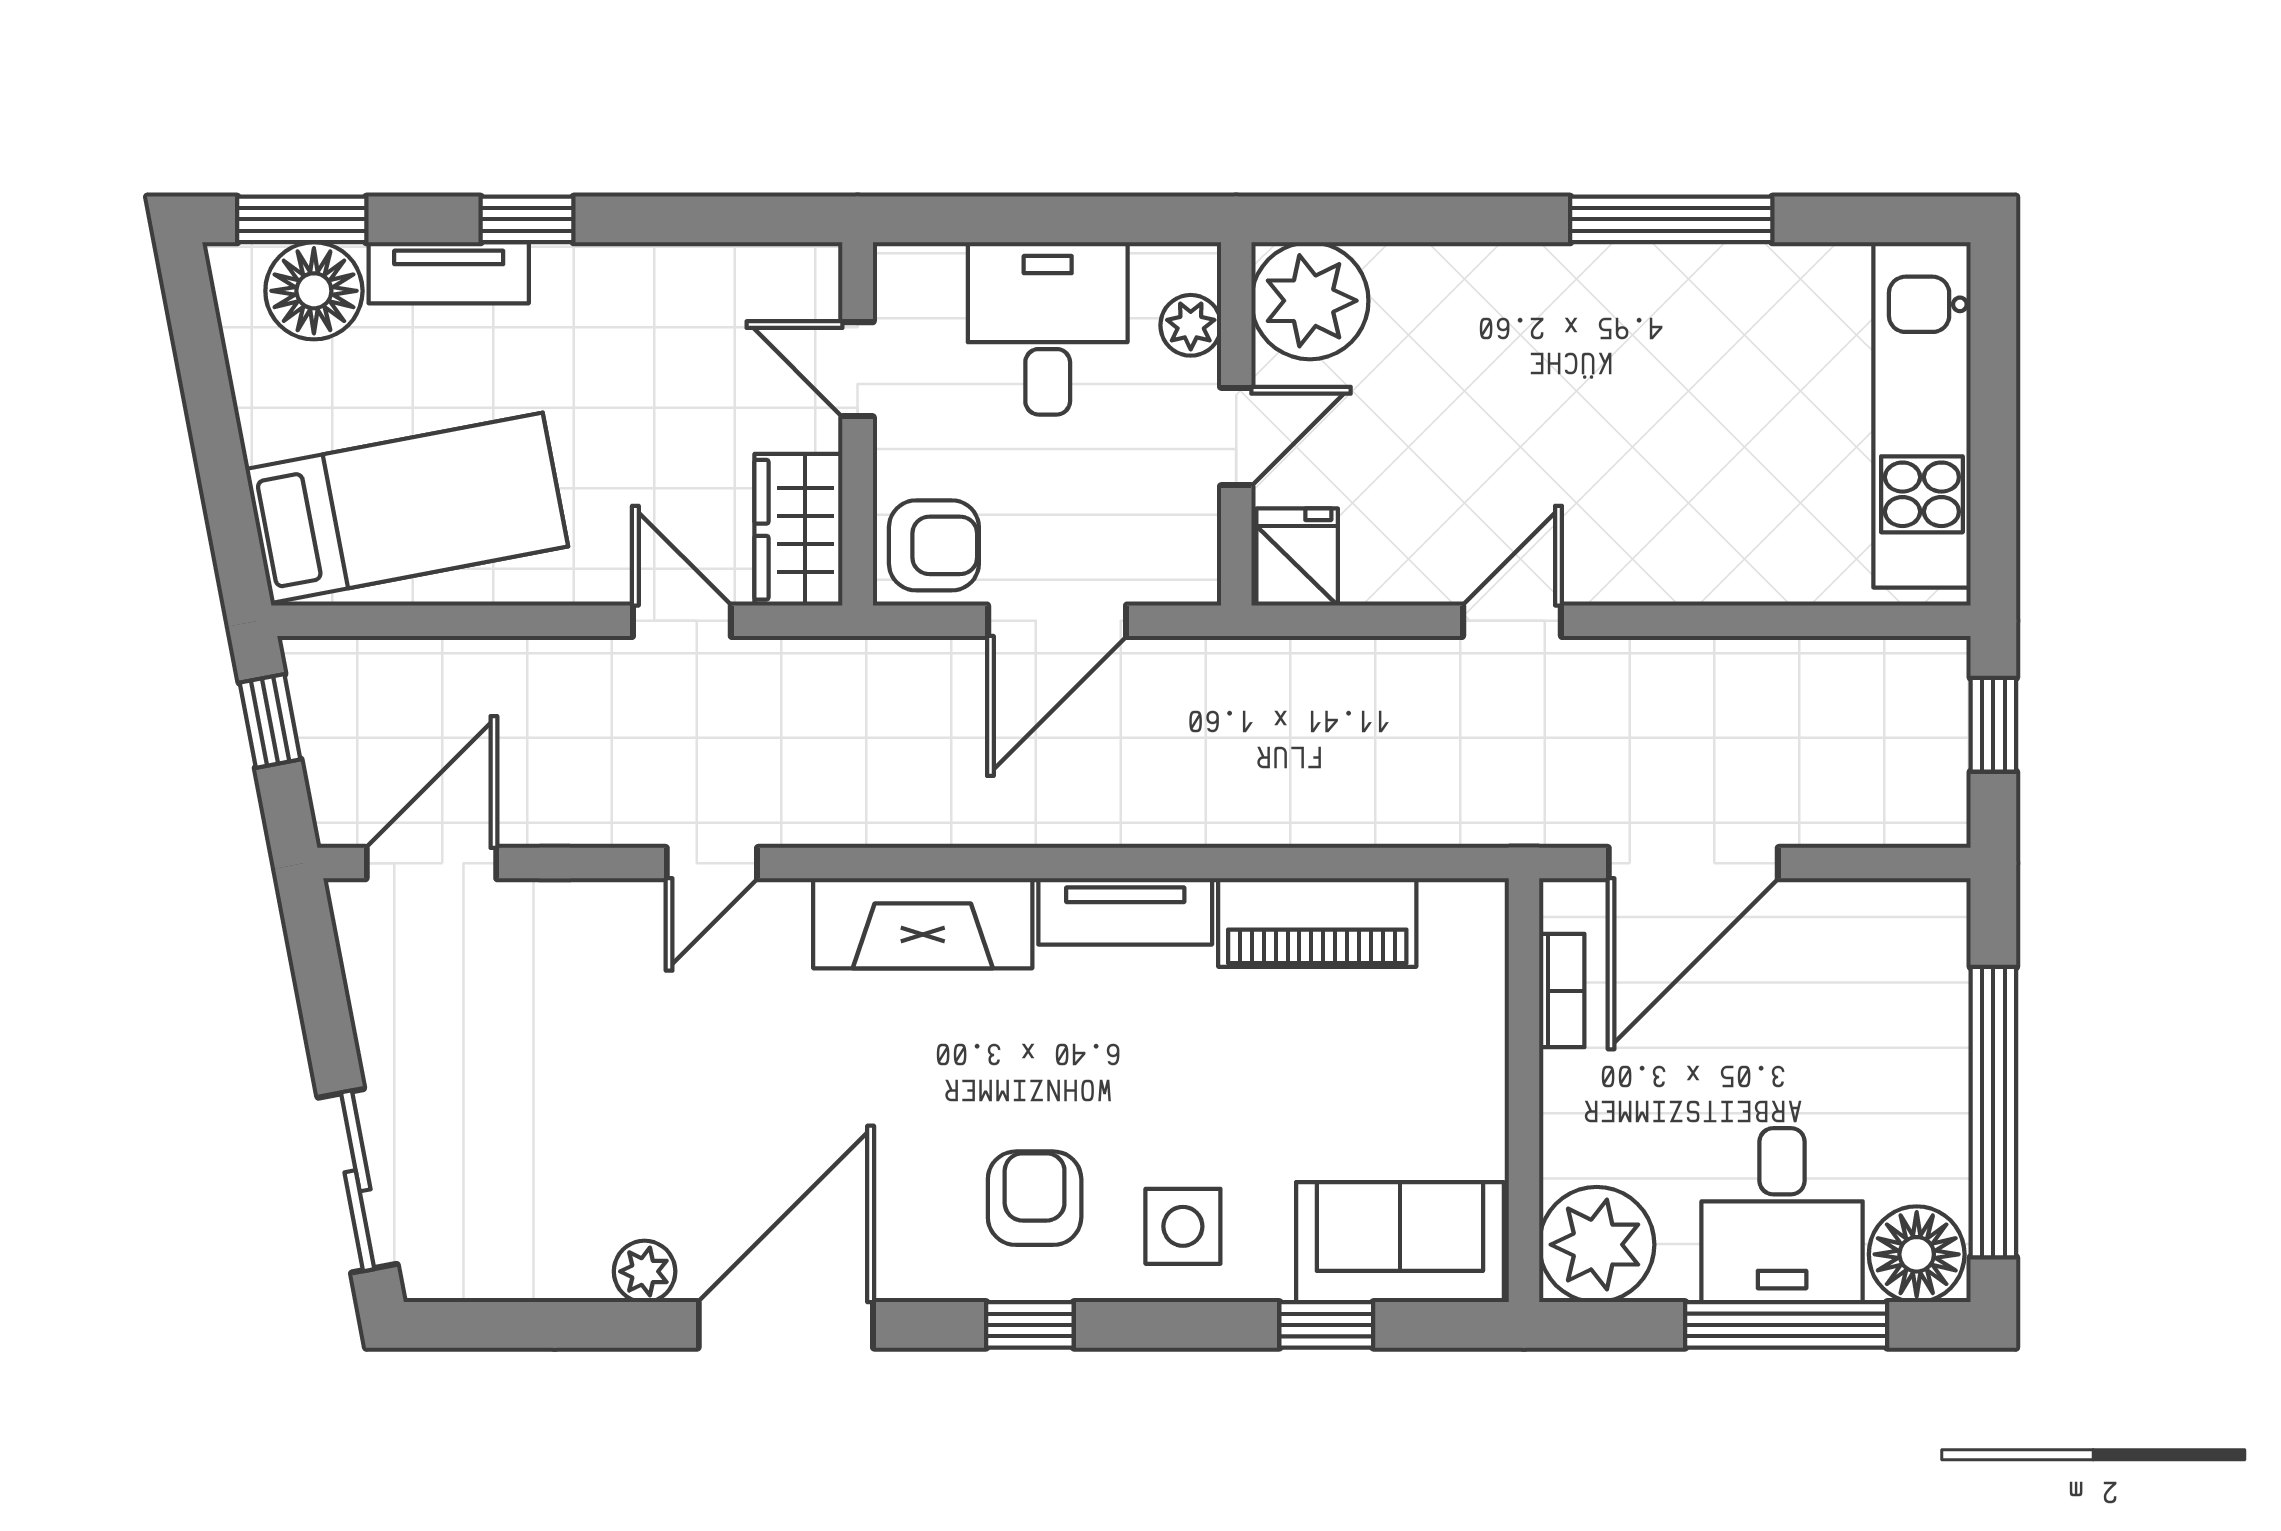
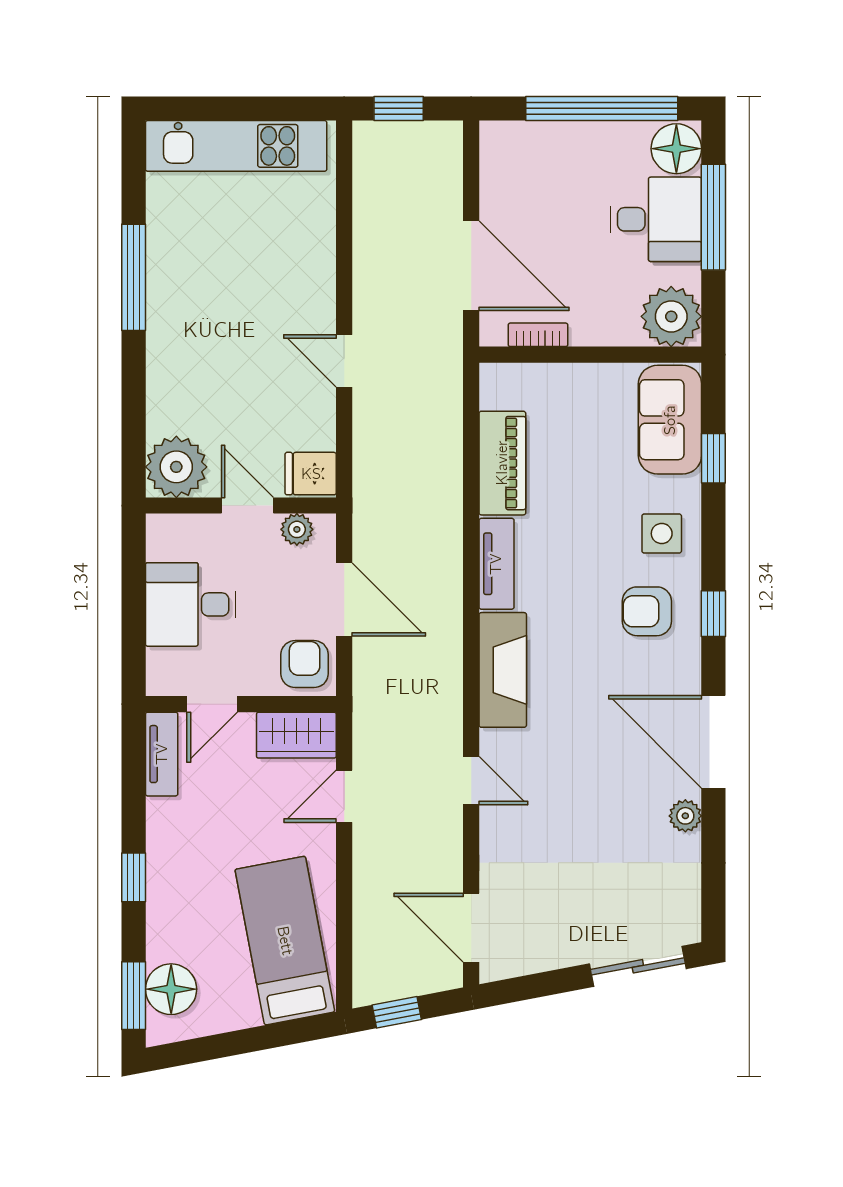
tv unit: (449, 273) -> (162, 754), moved
plant: (1191, 325) -> (297, 529), moved

